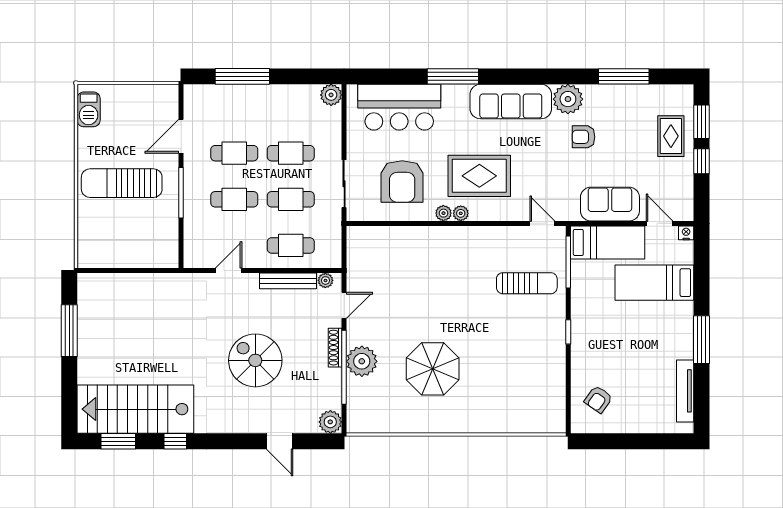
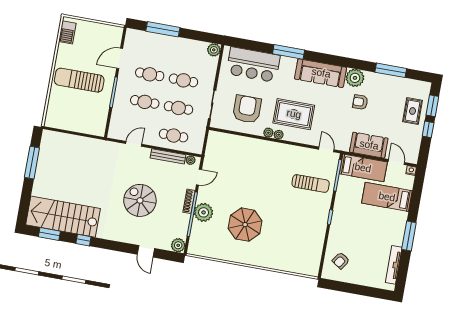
armchair: (402, 181) -> (247, 109), turned 180

